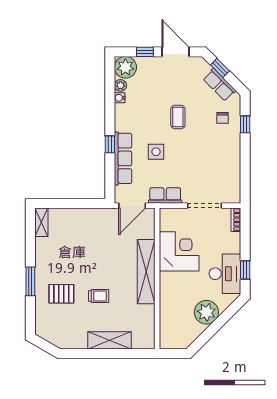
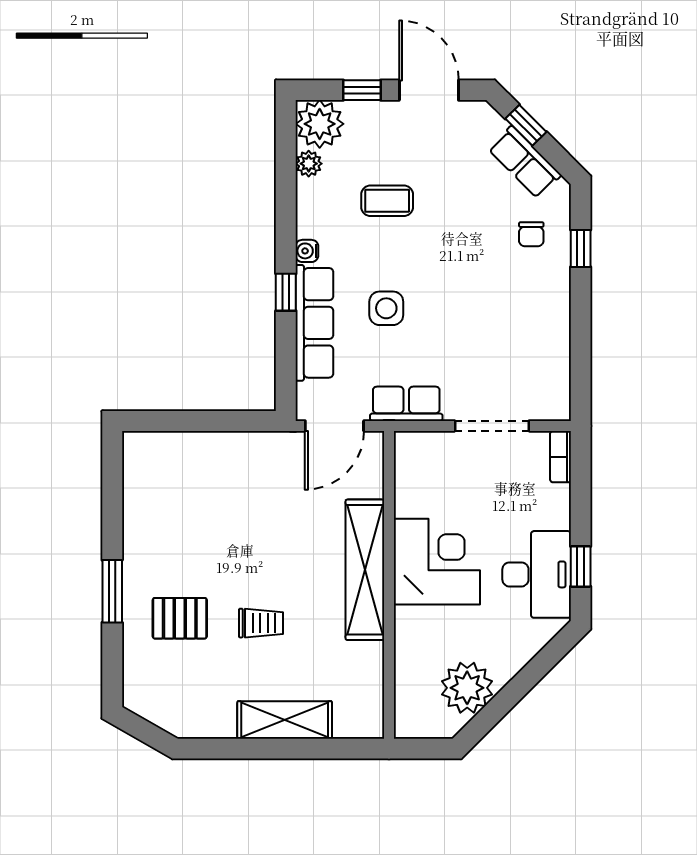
water cooler: (120, 98) -> (307, 251), moved
coffee table: (178, 117) -> (387, 201), moved, turned 90
shelving: (41, 222) -> (136, 462), removed
corner desk: (179, 251) -> (437, 562), moved
plant: (206, 312) -> (467, 688), moved

